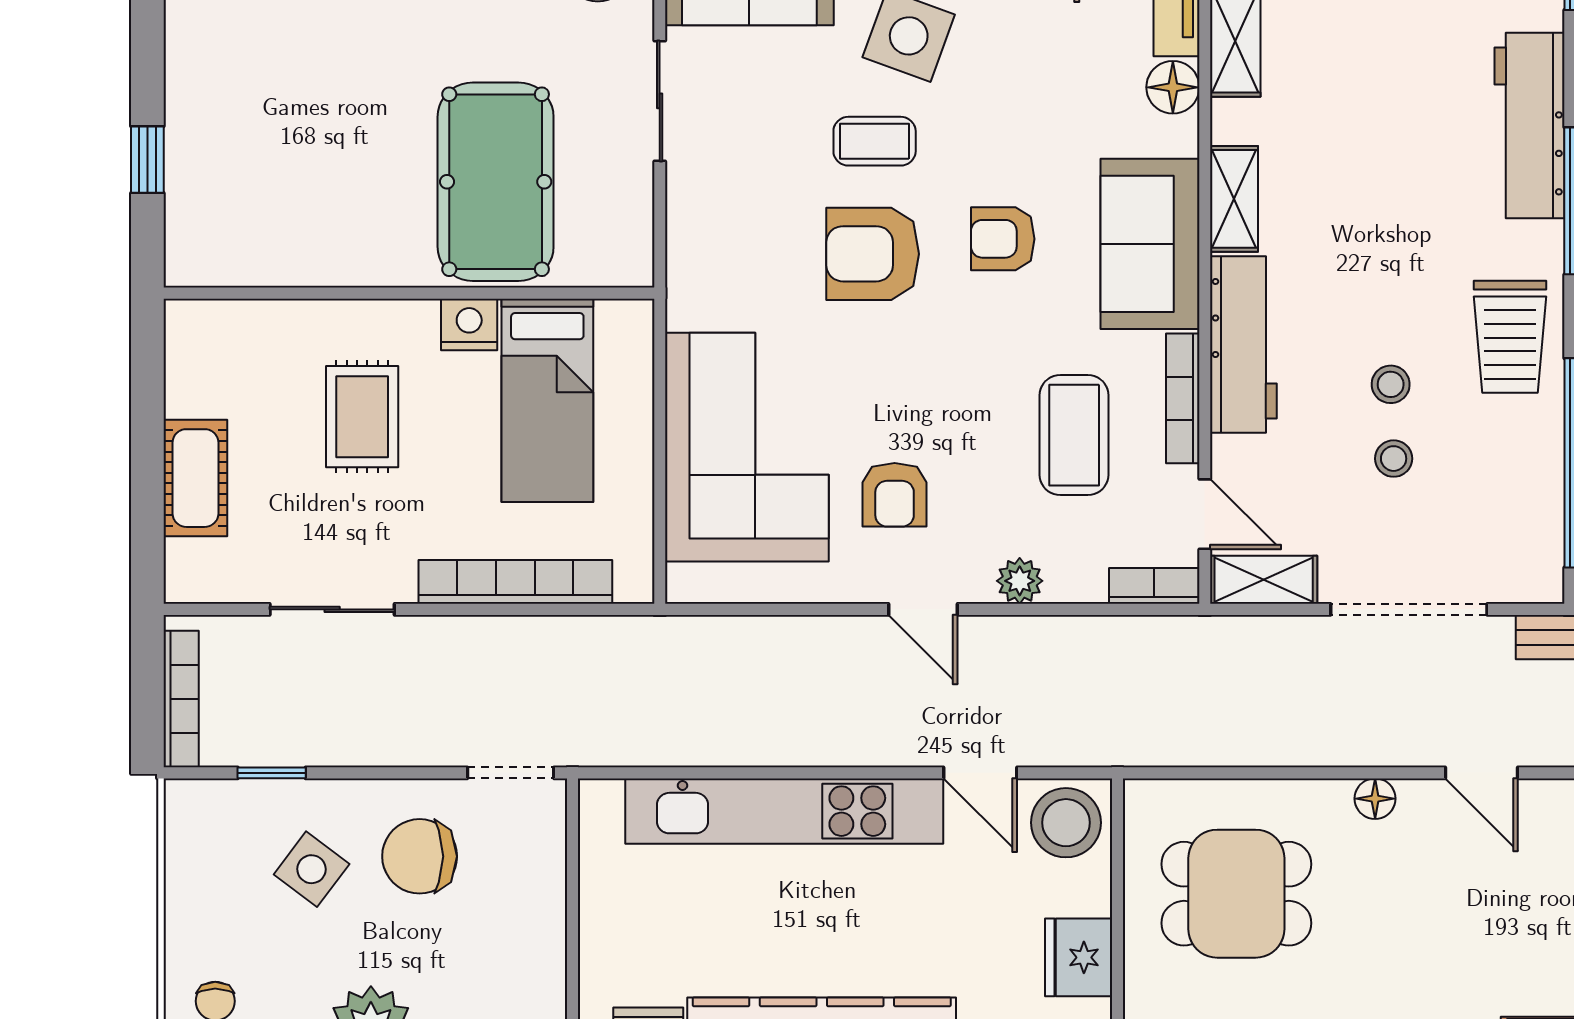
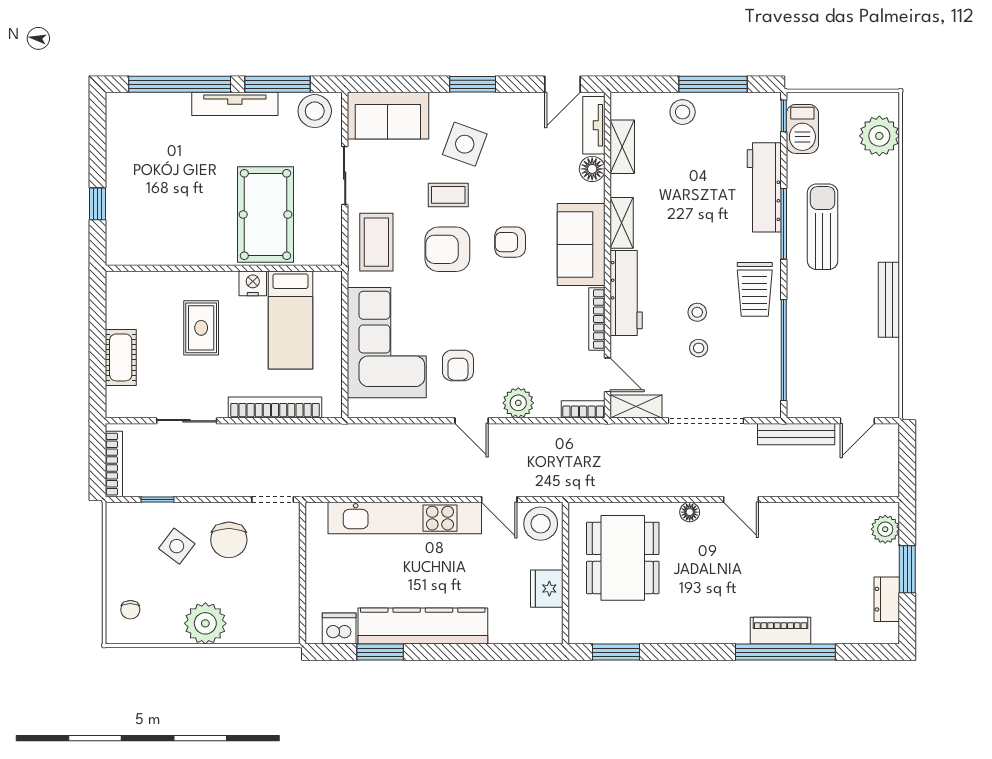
coffee table: (1074, 435) -> (376, 242), moved
plant: (1020, 581) -> (518, 403), width x1.38, depth x1.38
chair: (420, 856) -> (229, 540), turned -90
dining table: (1236, 894) -> (623, 558), width x1.38

